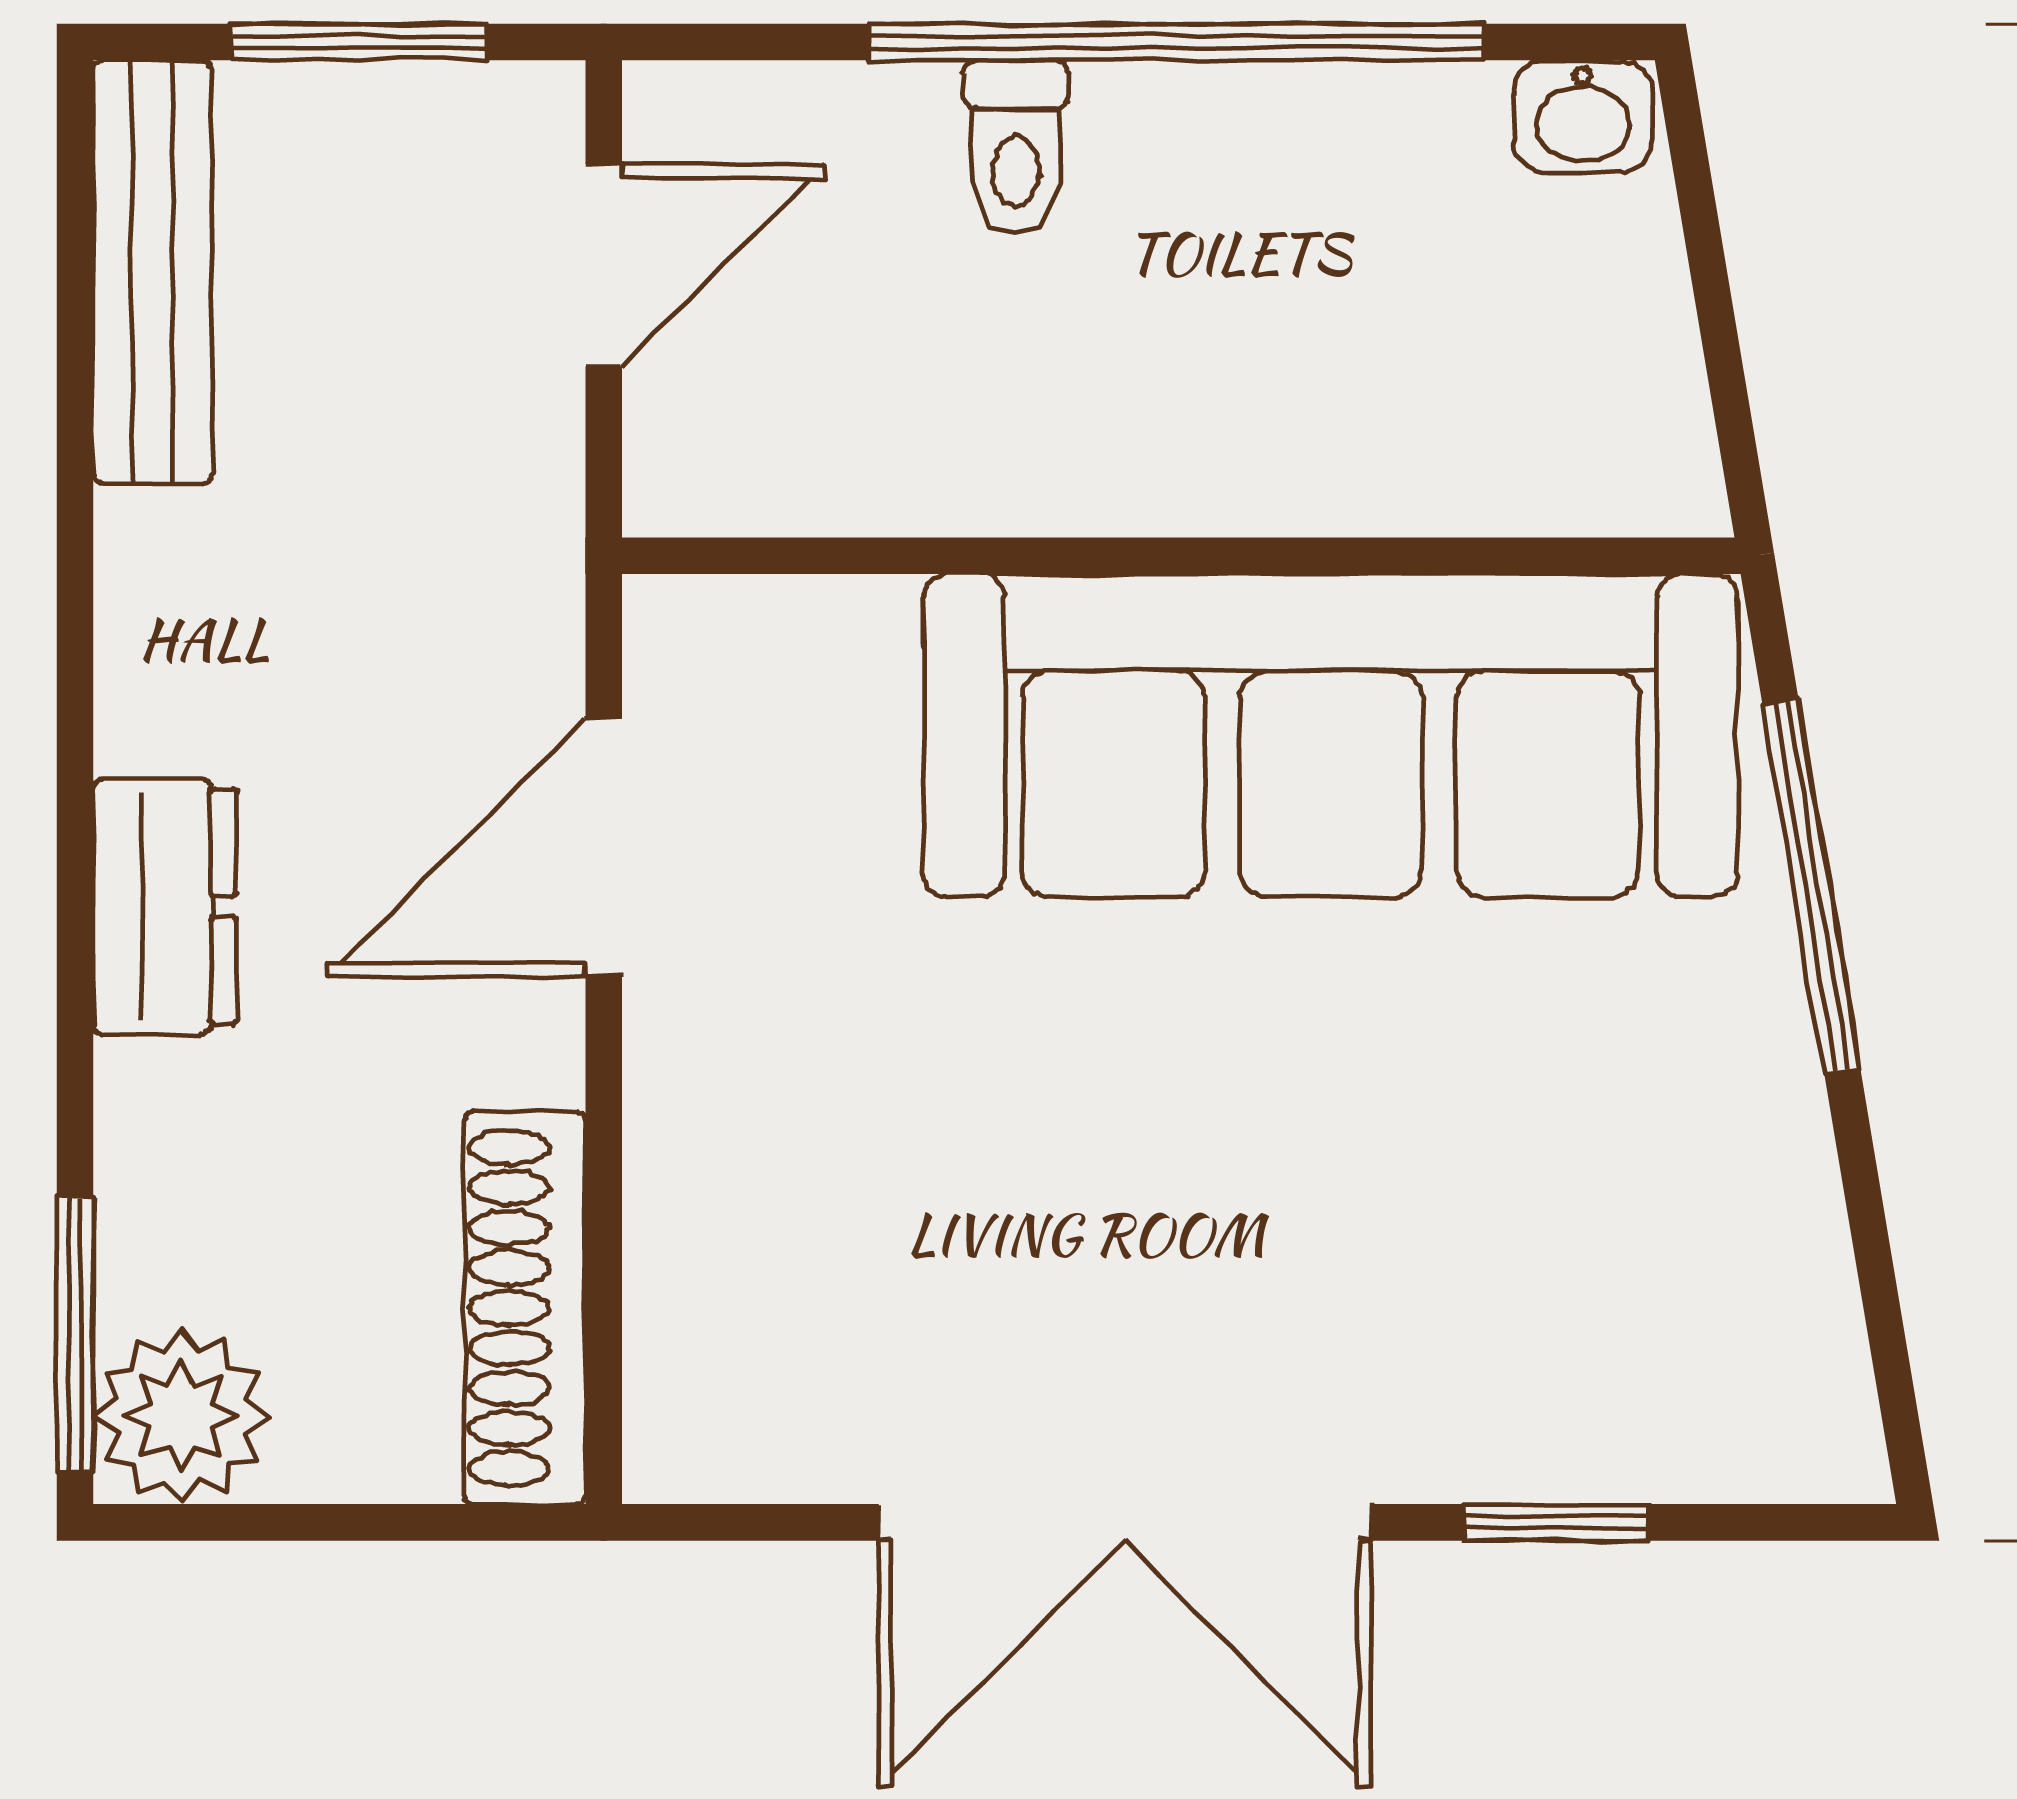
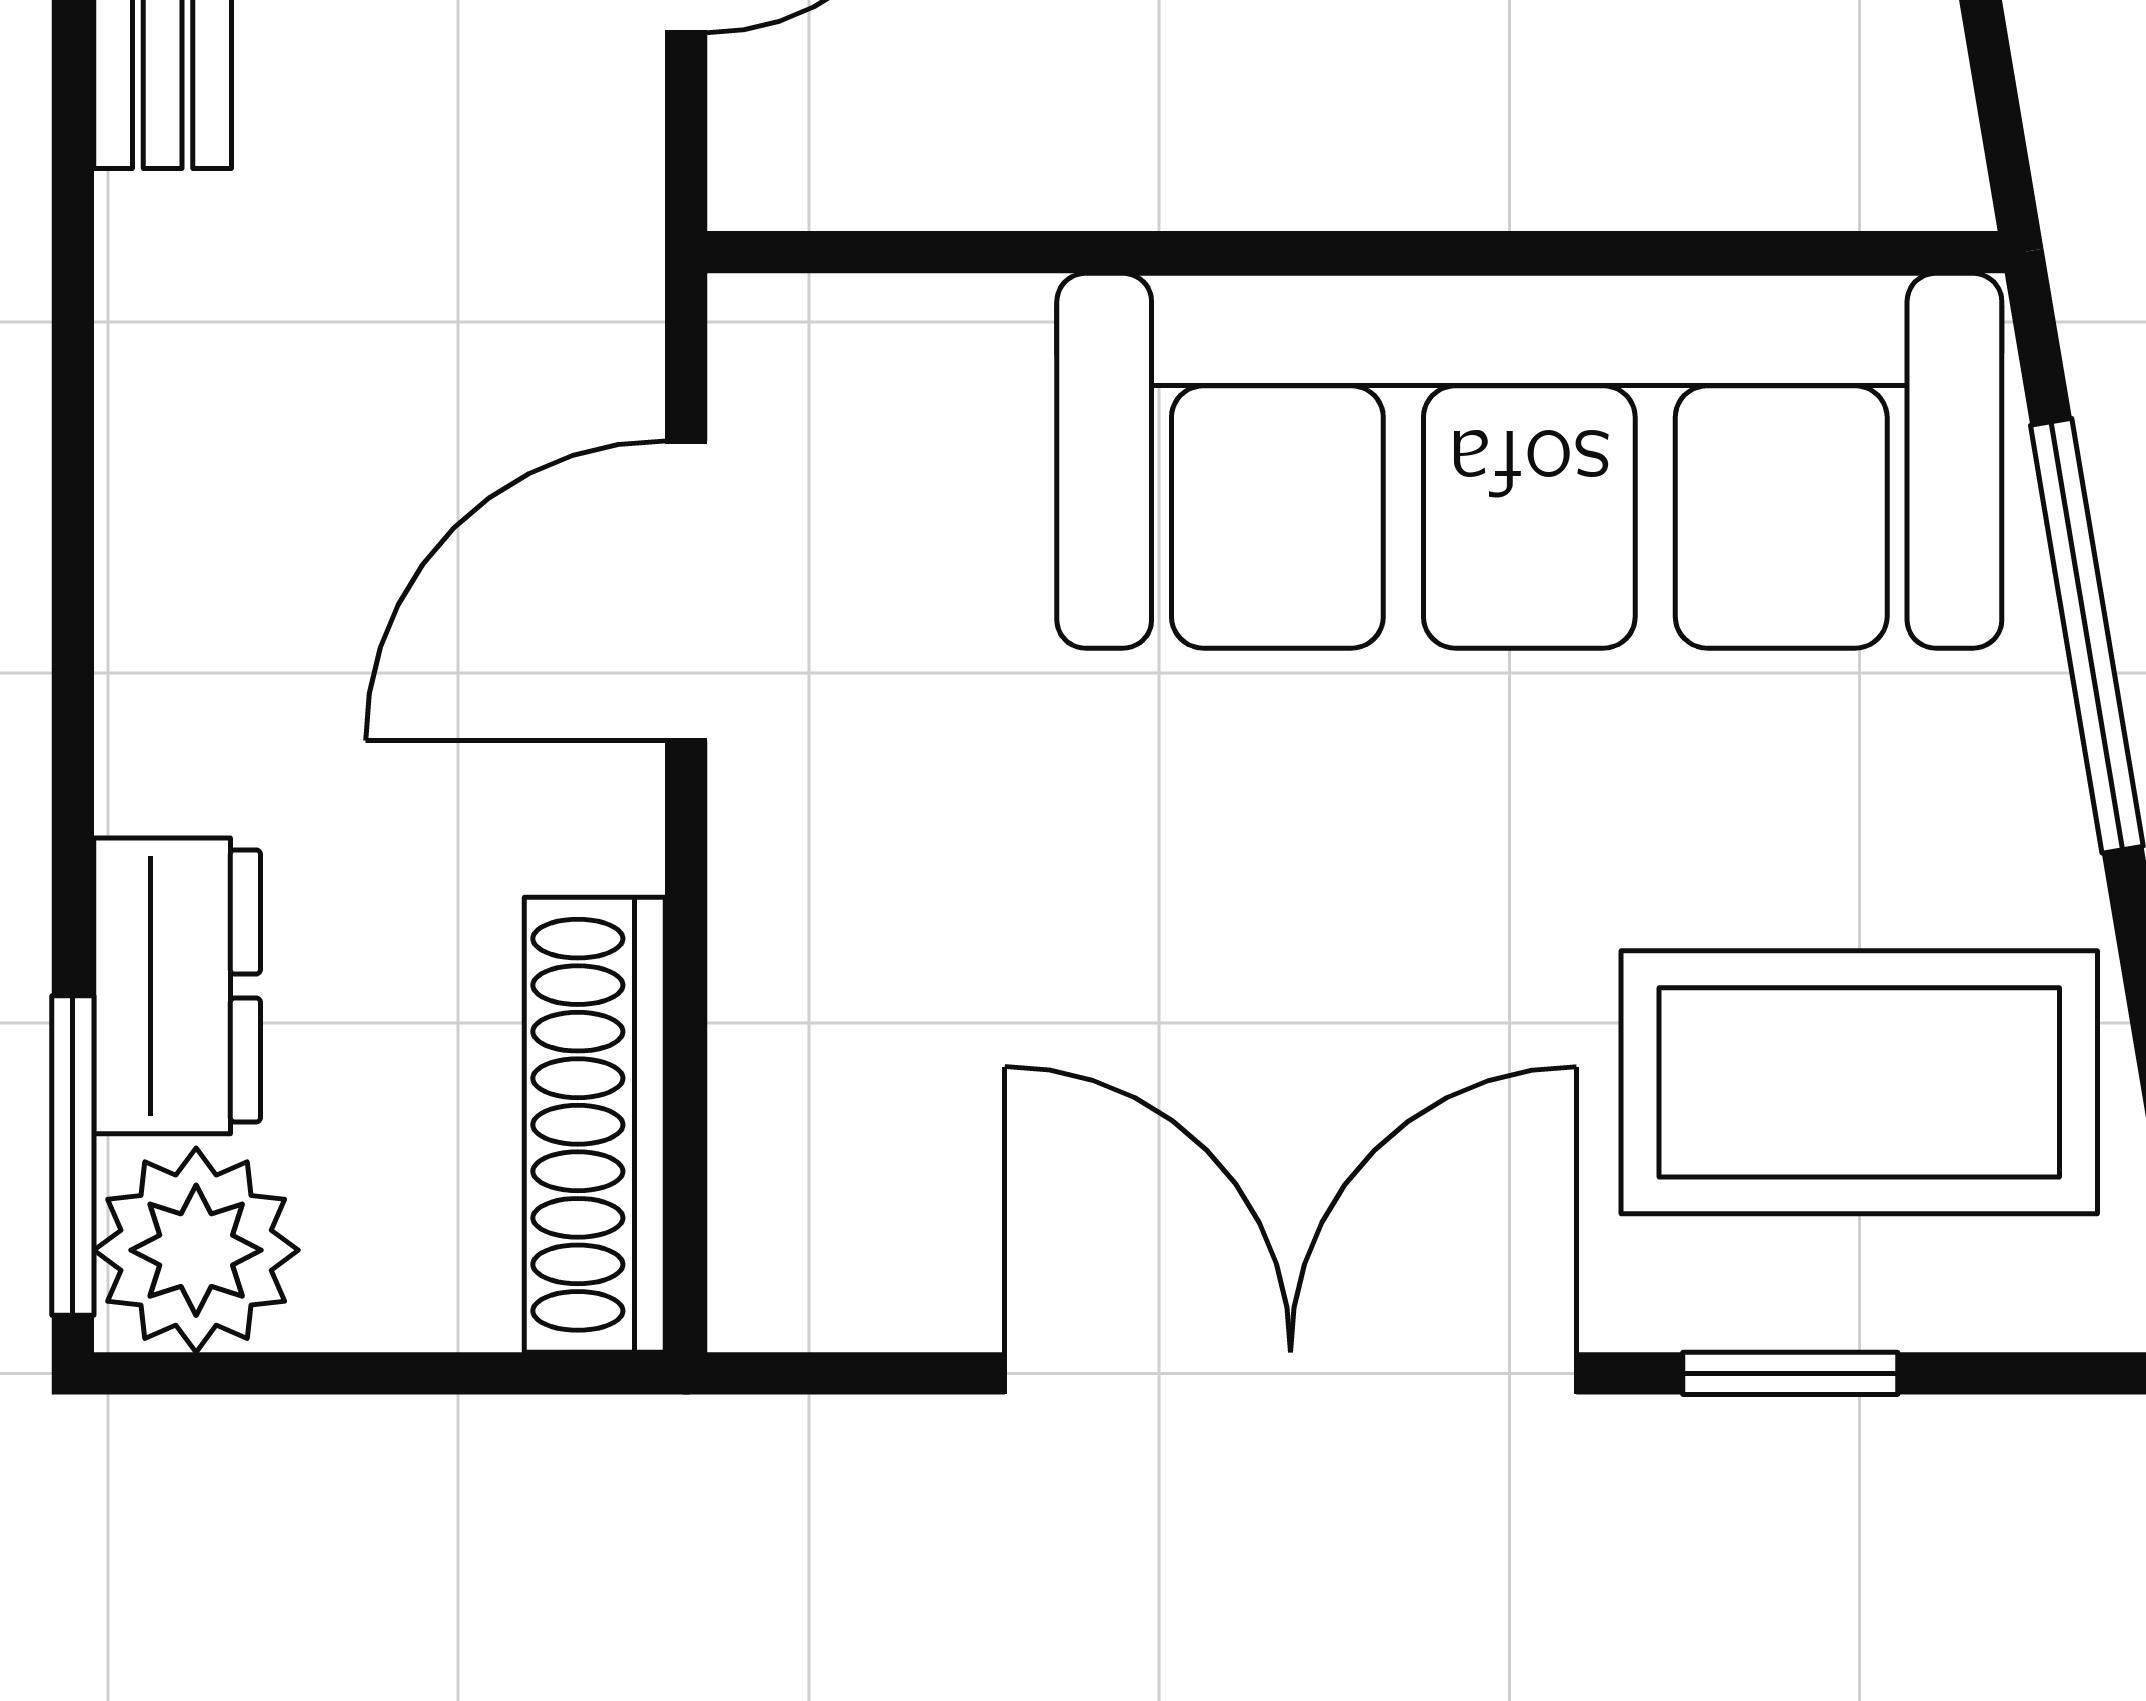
dresser: (165, 907) -> (177, 986), moved
coffee table: (1615, 1271) -> (1859, 1082), added
double door: (1125, 1522) -> (1291, 1373), swing flipped

